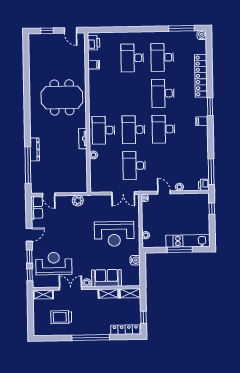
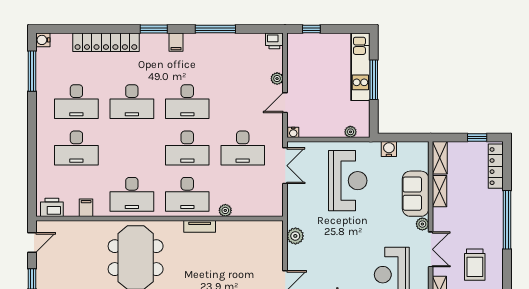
desk: (103, 94) -> (132, 194), added
window: (211, 172) -> (215, 29), moved
double door: (71, 288) -> (431, 249), swing flipped

